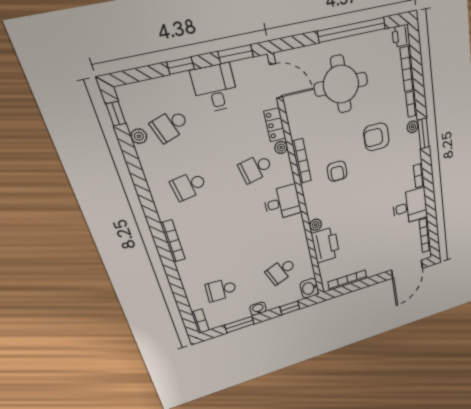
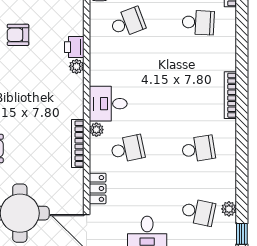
school desk: (170, 125) -> (198, 212), turned 30
plant: (281, 147) -> (96, 130), moved
armchair: (337, 171) -> (18, 35), moved, turned -90
printer: (326, 245) -> (74, 47), width x0.53, depth x0.68

